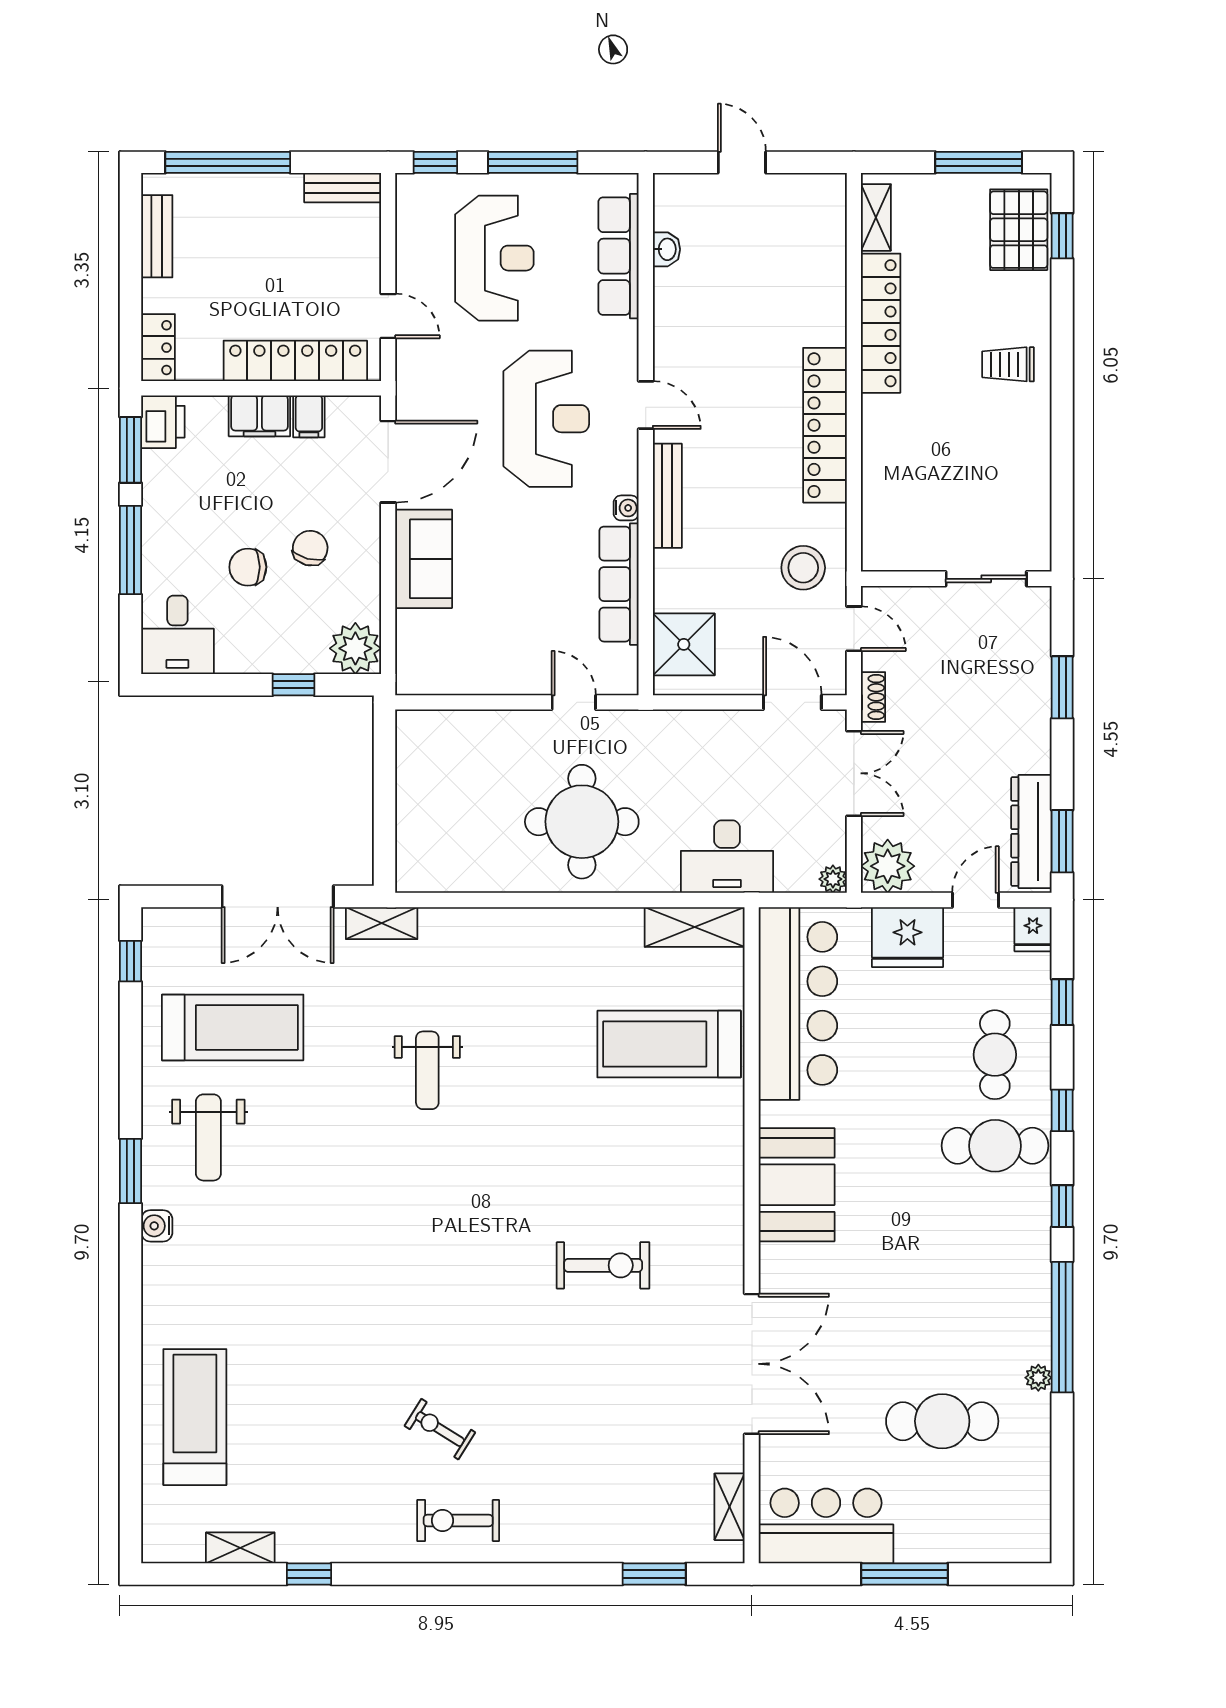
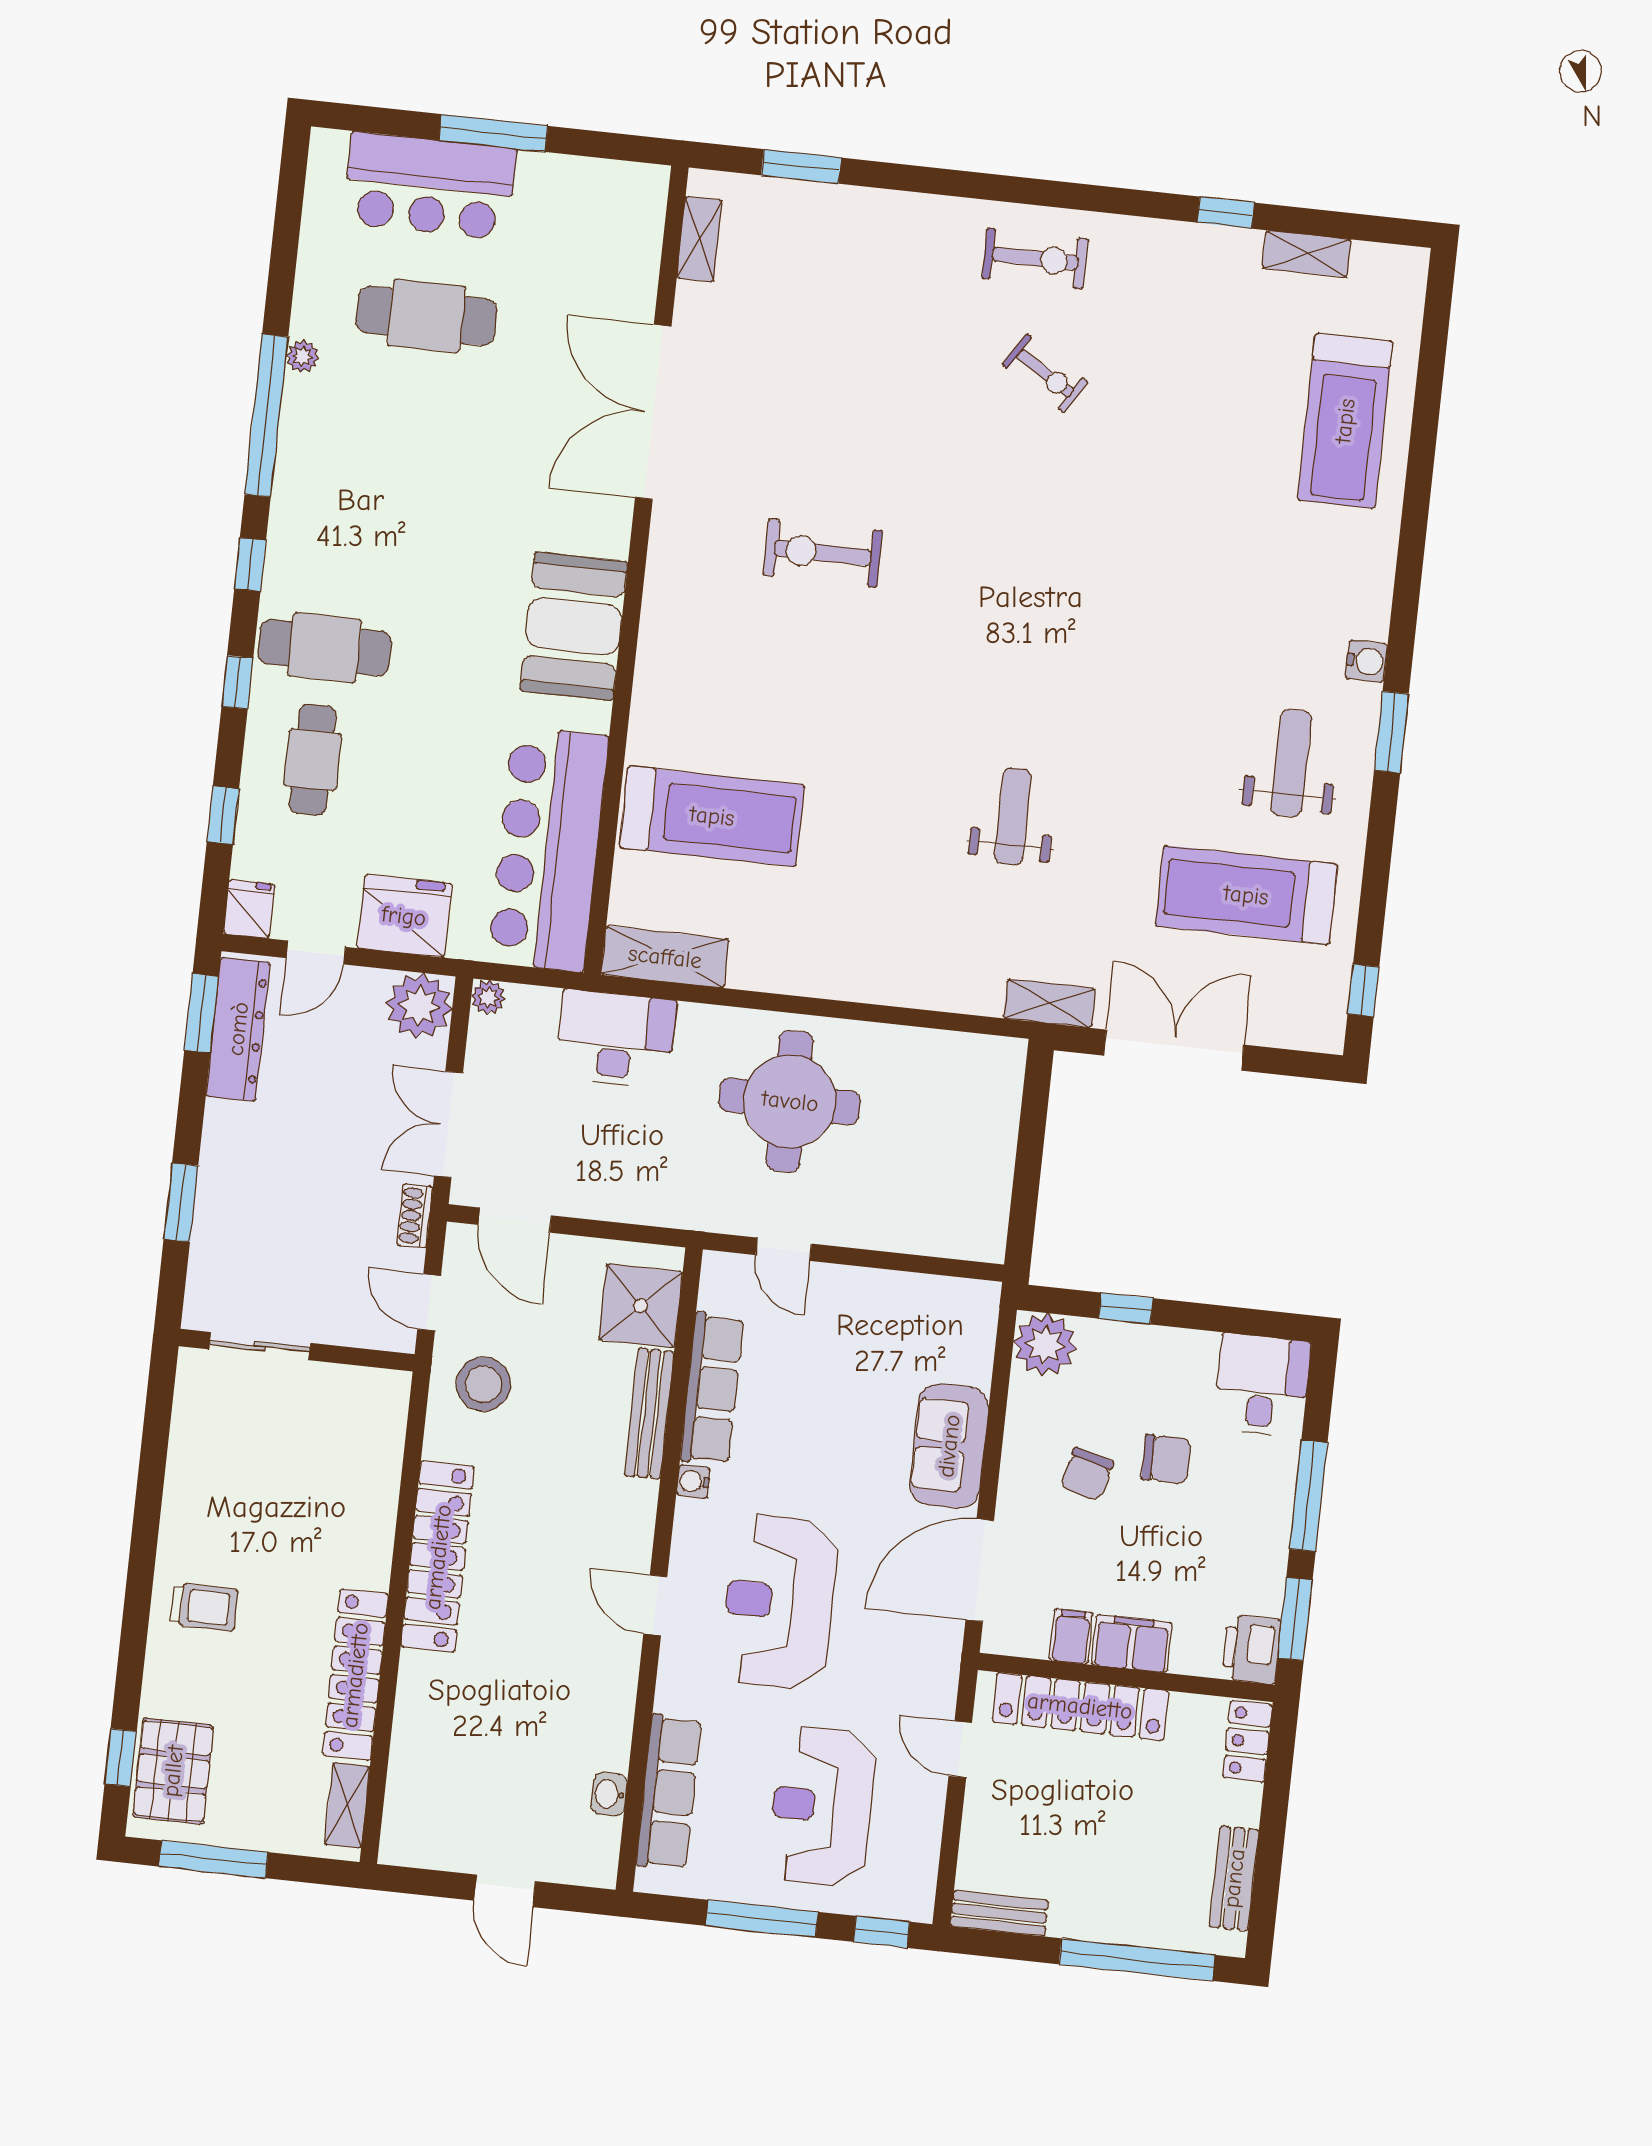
bench: (667, 496) -> (649, 1414), moved
bar counter: (826, 1526) -> (430, 186), moved

